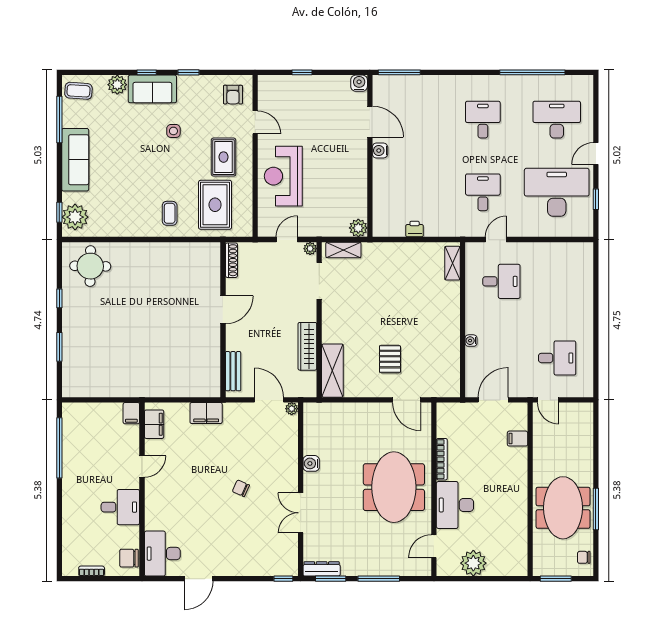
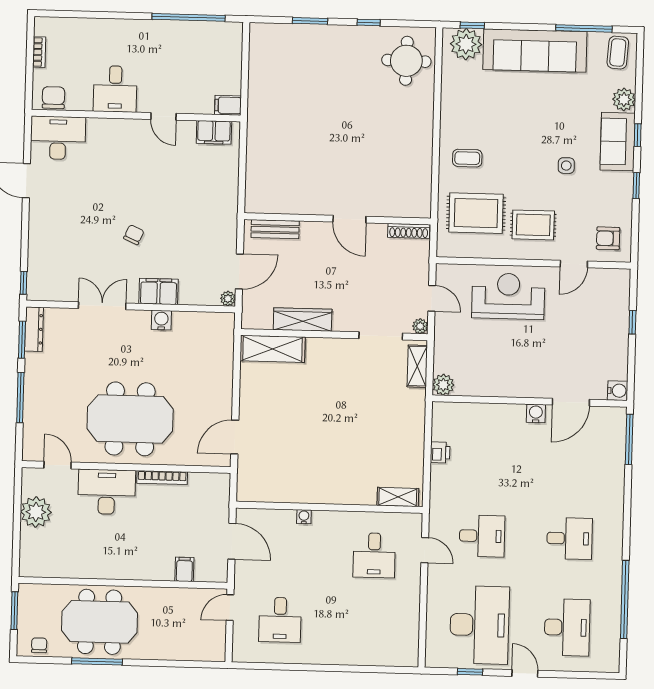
sofa: (75, 160) -> (535, 51), width x1.36, depth x1.27
pallet: (390, 359) -> (284, 418), removed
filing cabinet: (206, 413) -> (159, 291), moved, turned 90

